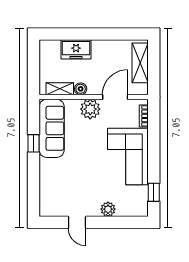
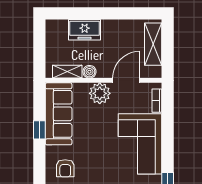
armchair: (58, 179) -> (65, 168), added

